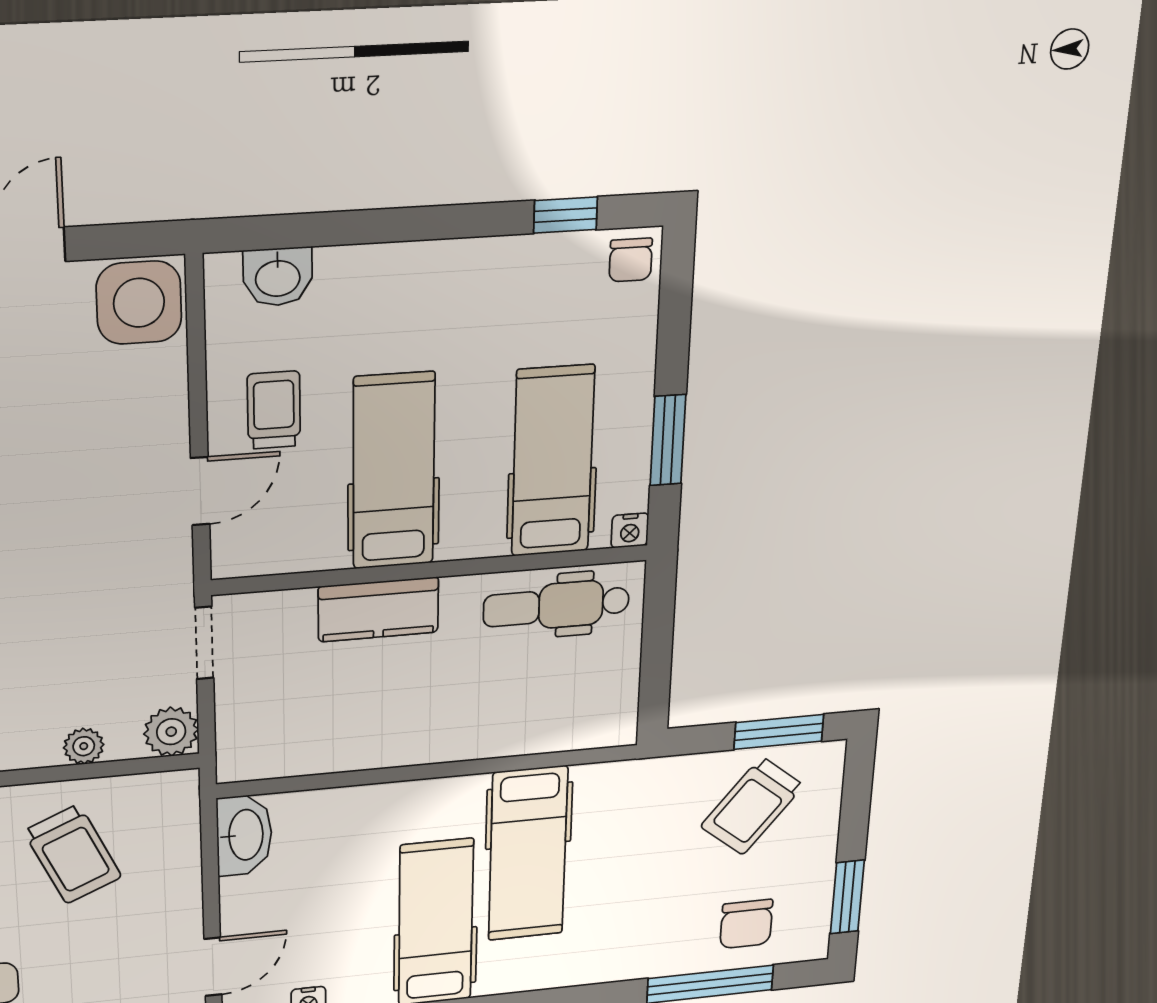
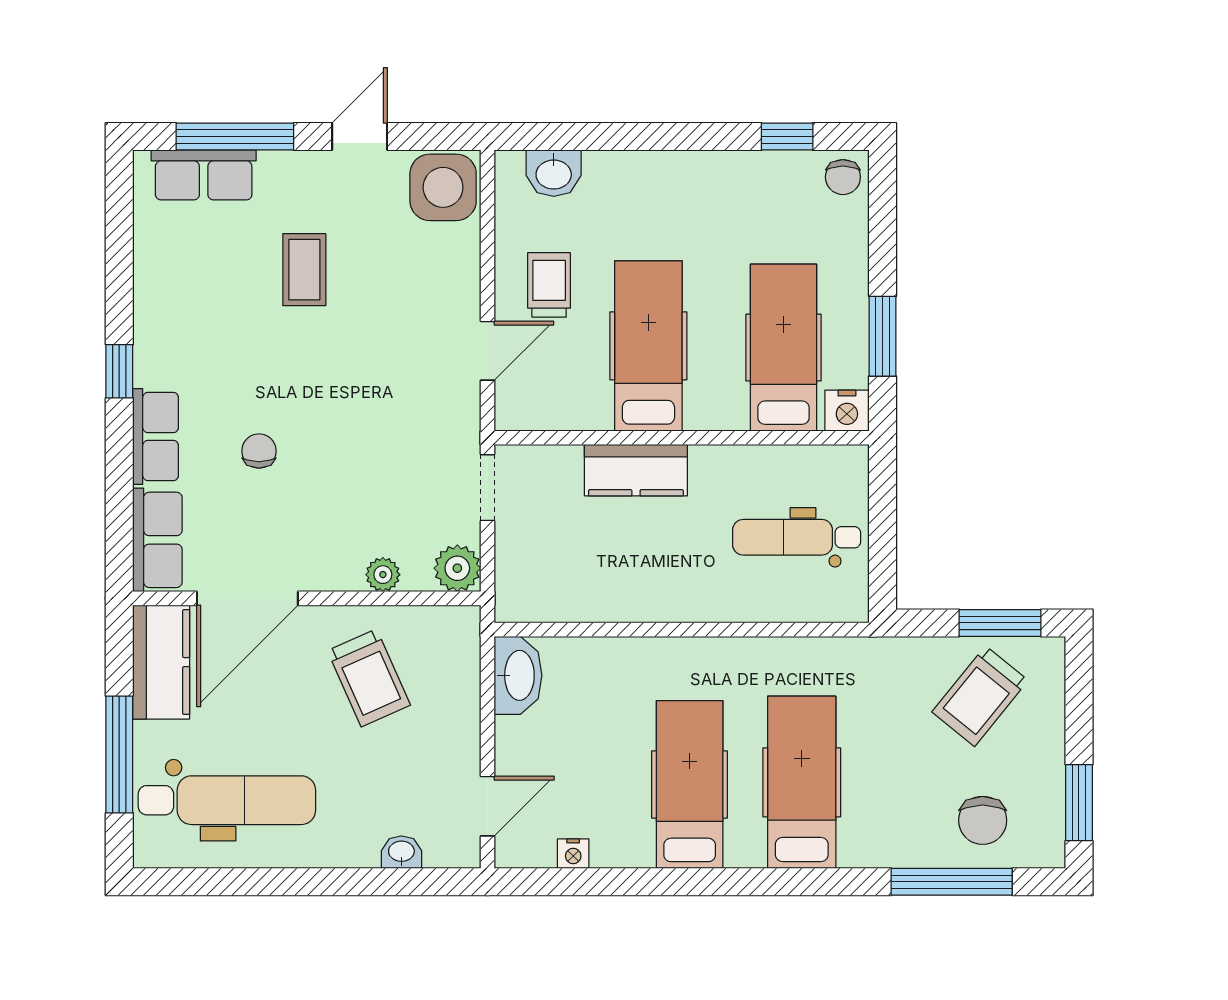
nightstand: (630, 531) -> (847, 411), width x1.39, depth x1.35
dental chair: (556, 606) -> (797, 537), moved
hospital bed: (528, 854) -> (802, 782), moved, turned 180

